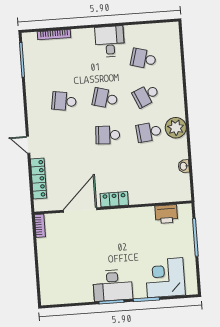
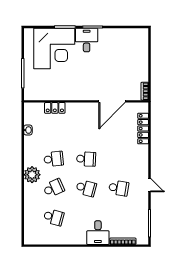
desk: (110, 41) -> (98, 233), moved
plant: (176, 128) -> (32, 175), moved
door: (28, 145) -> (150, 185), moved
locker: (114, 199) -> (55, 108), moved
printer: (166, 214) -> (44, 93), removed
corner desk: (165, 278) -> (54, 49), width x1.36, depth x1.36
desk: (113, 285) -> (87, 40), width x0.73

